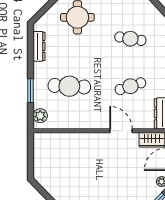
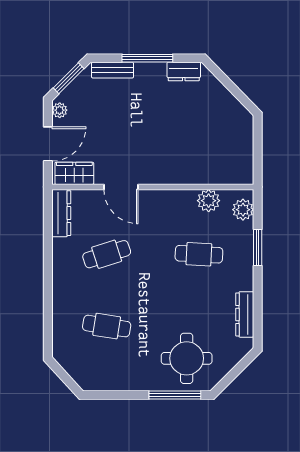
cafe table: (69, 86) -> (199, 254), width x0.73, depth x0.74
plant: (63, 122) -> (209, 201), added

